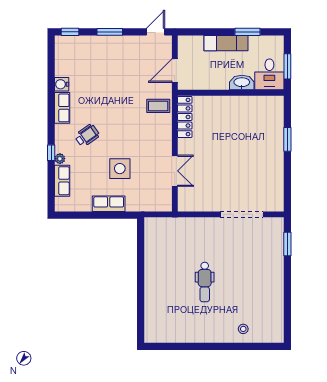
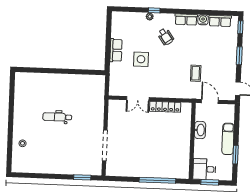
washbasin: (242, 83) -> (200, 130), moved
coffee table: (158, 106) -> (196, 73), moved
locker: (185, 117) -> (165, 107), moved
window: (287, 139) -> (157, 180), width x2.11
row of seats: (62, 181) -> (220, 21), moved

